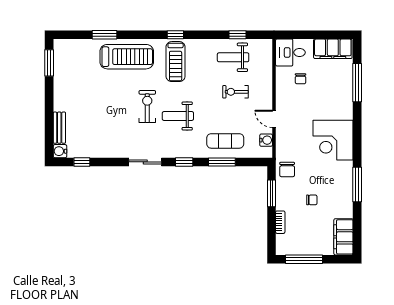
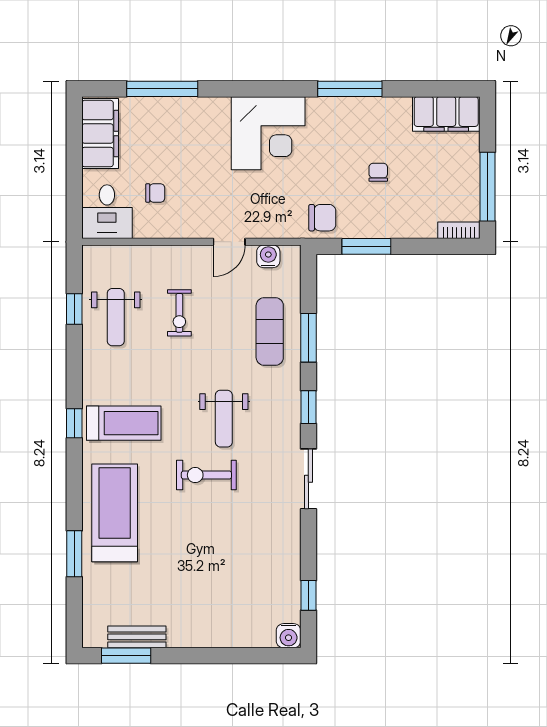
bench: (59, 128) -> (137, 637), moved
bookcase: (280, 222) -> (459, 230), moved

